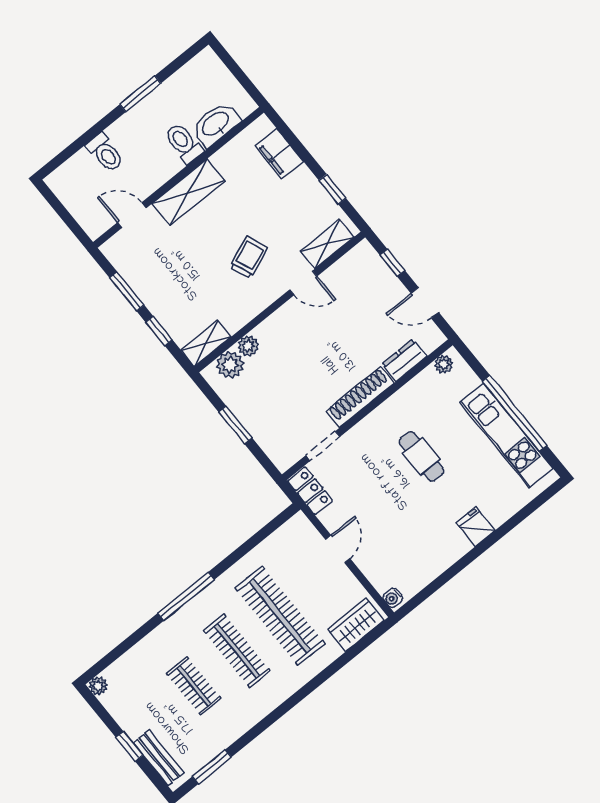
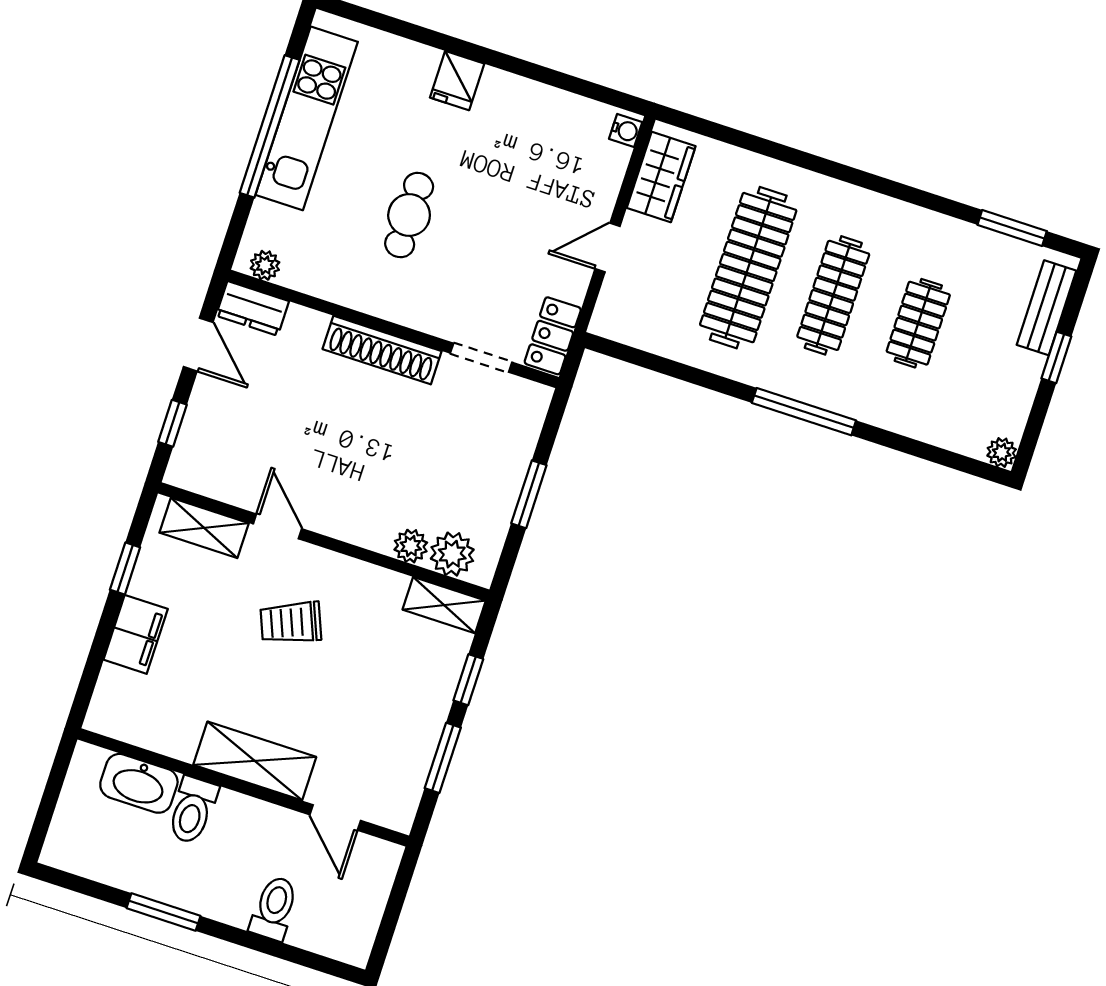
filing cabinet: (279, 154) -> (136, 634), moved
dresser: (404, 360) -> (253, 308), moved
wardrobe: (356, 625) -> (661, 177), moved, turned -90

